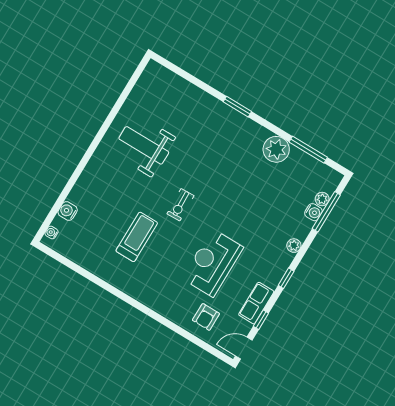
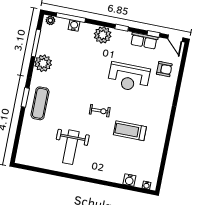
exercise mat: (221, 124) -> (40, 103), added
plant: (322, 199) -> (50, 20), moved
plant: (294, 246) -> (103, 35), width x1.88, depth x1.88

